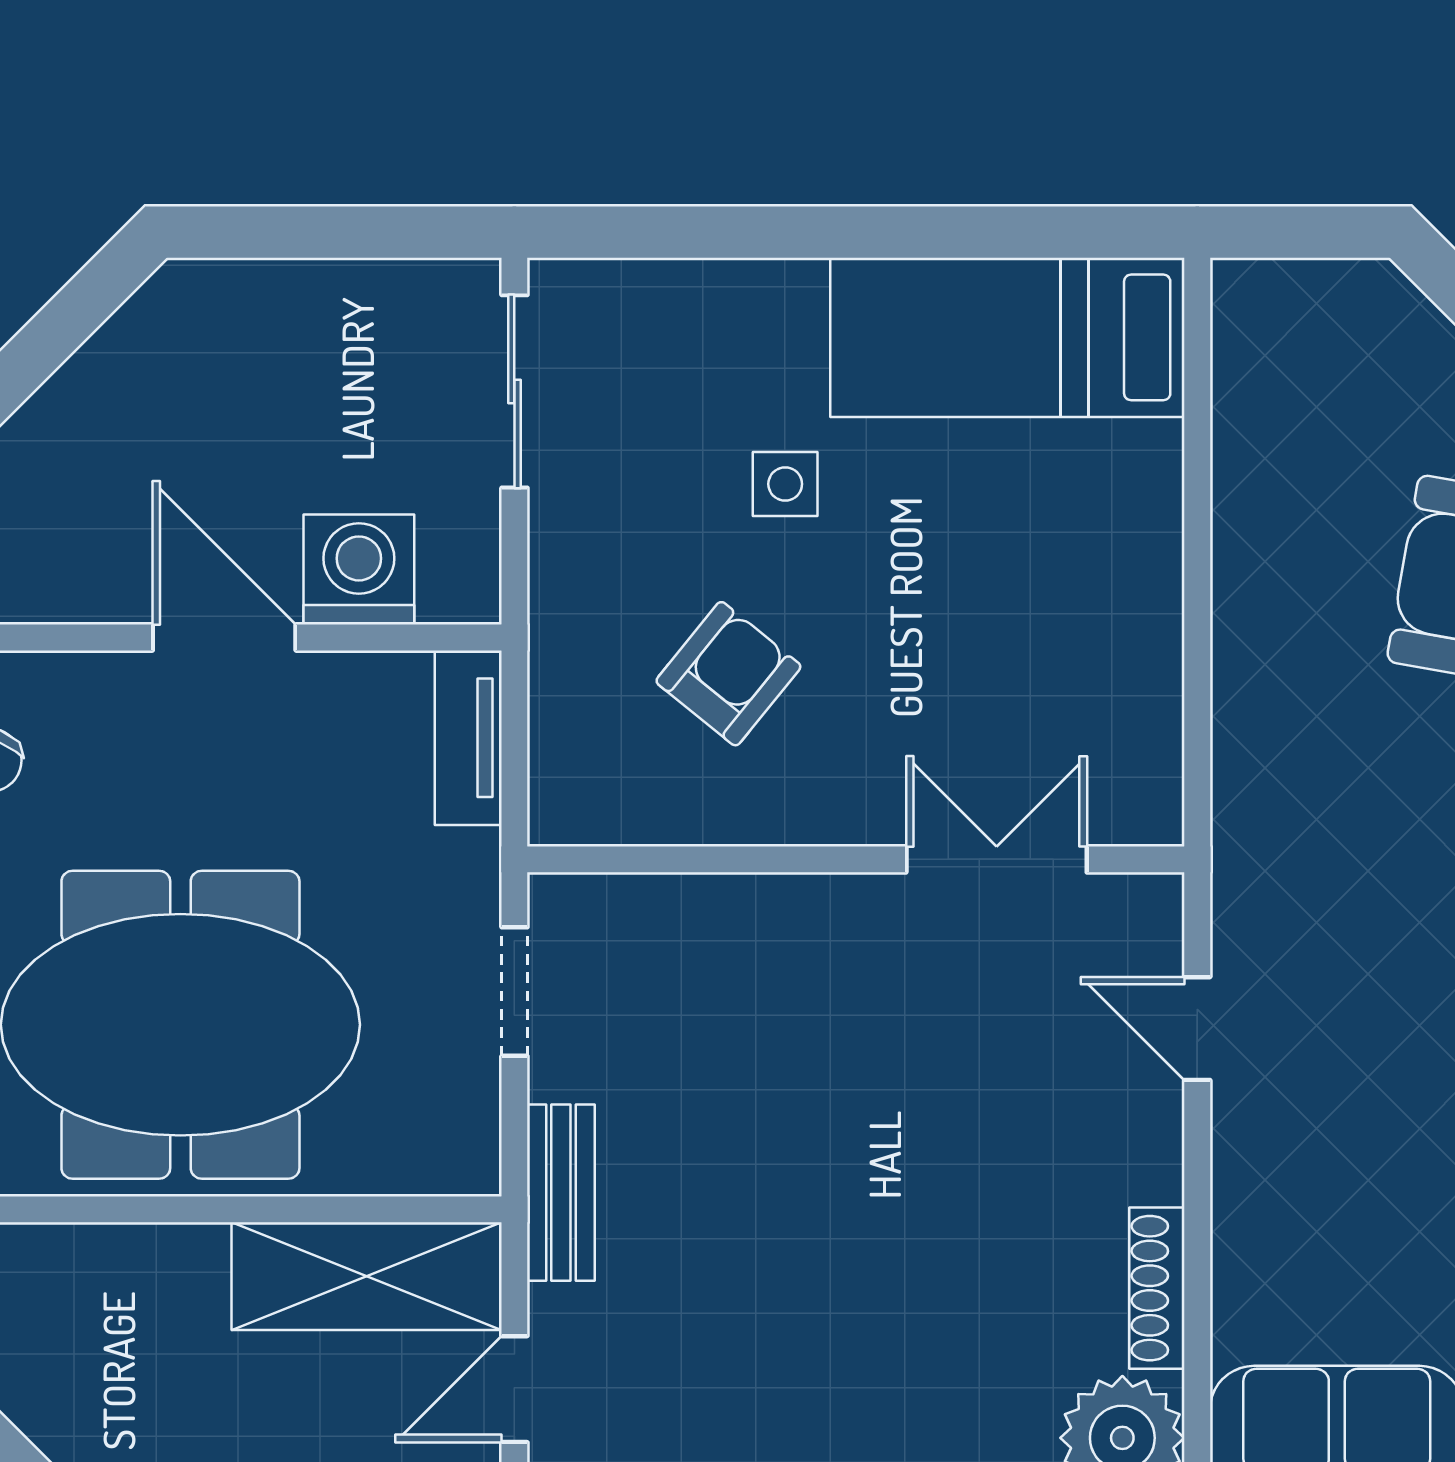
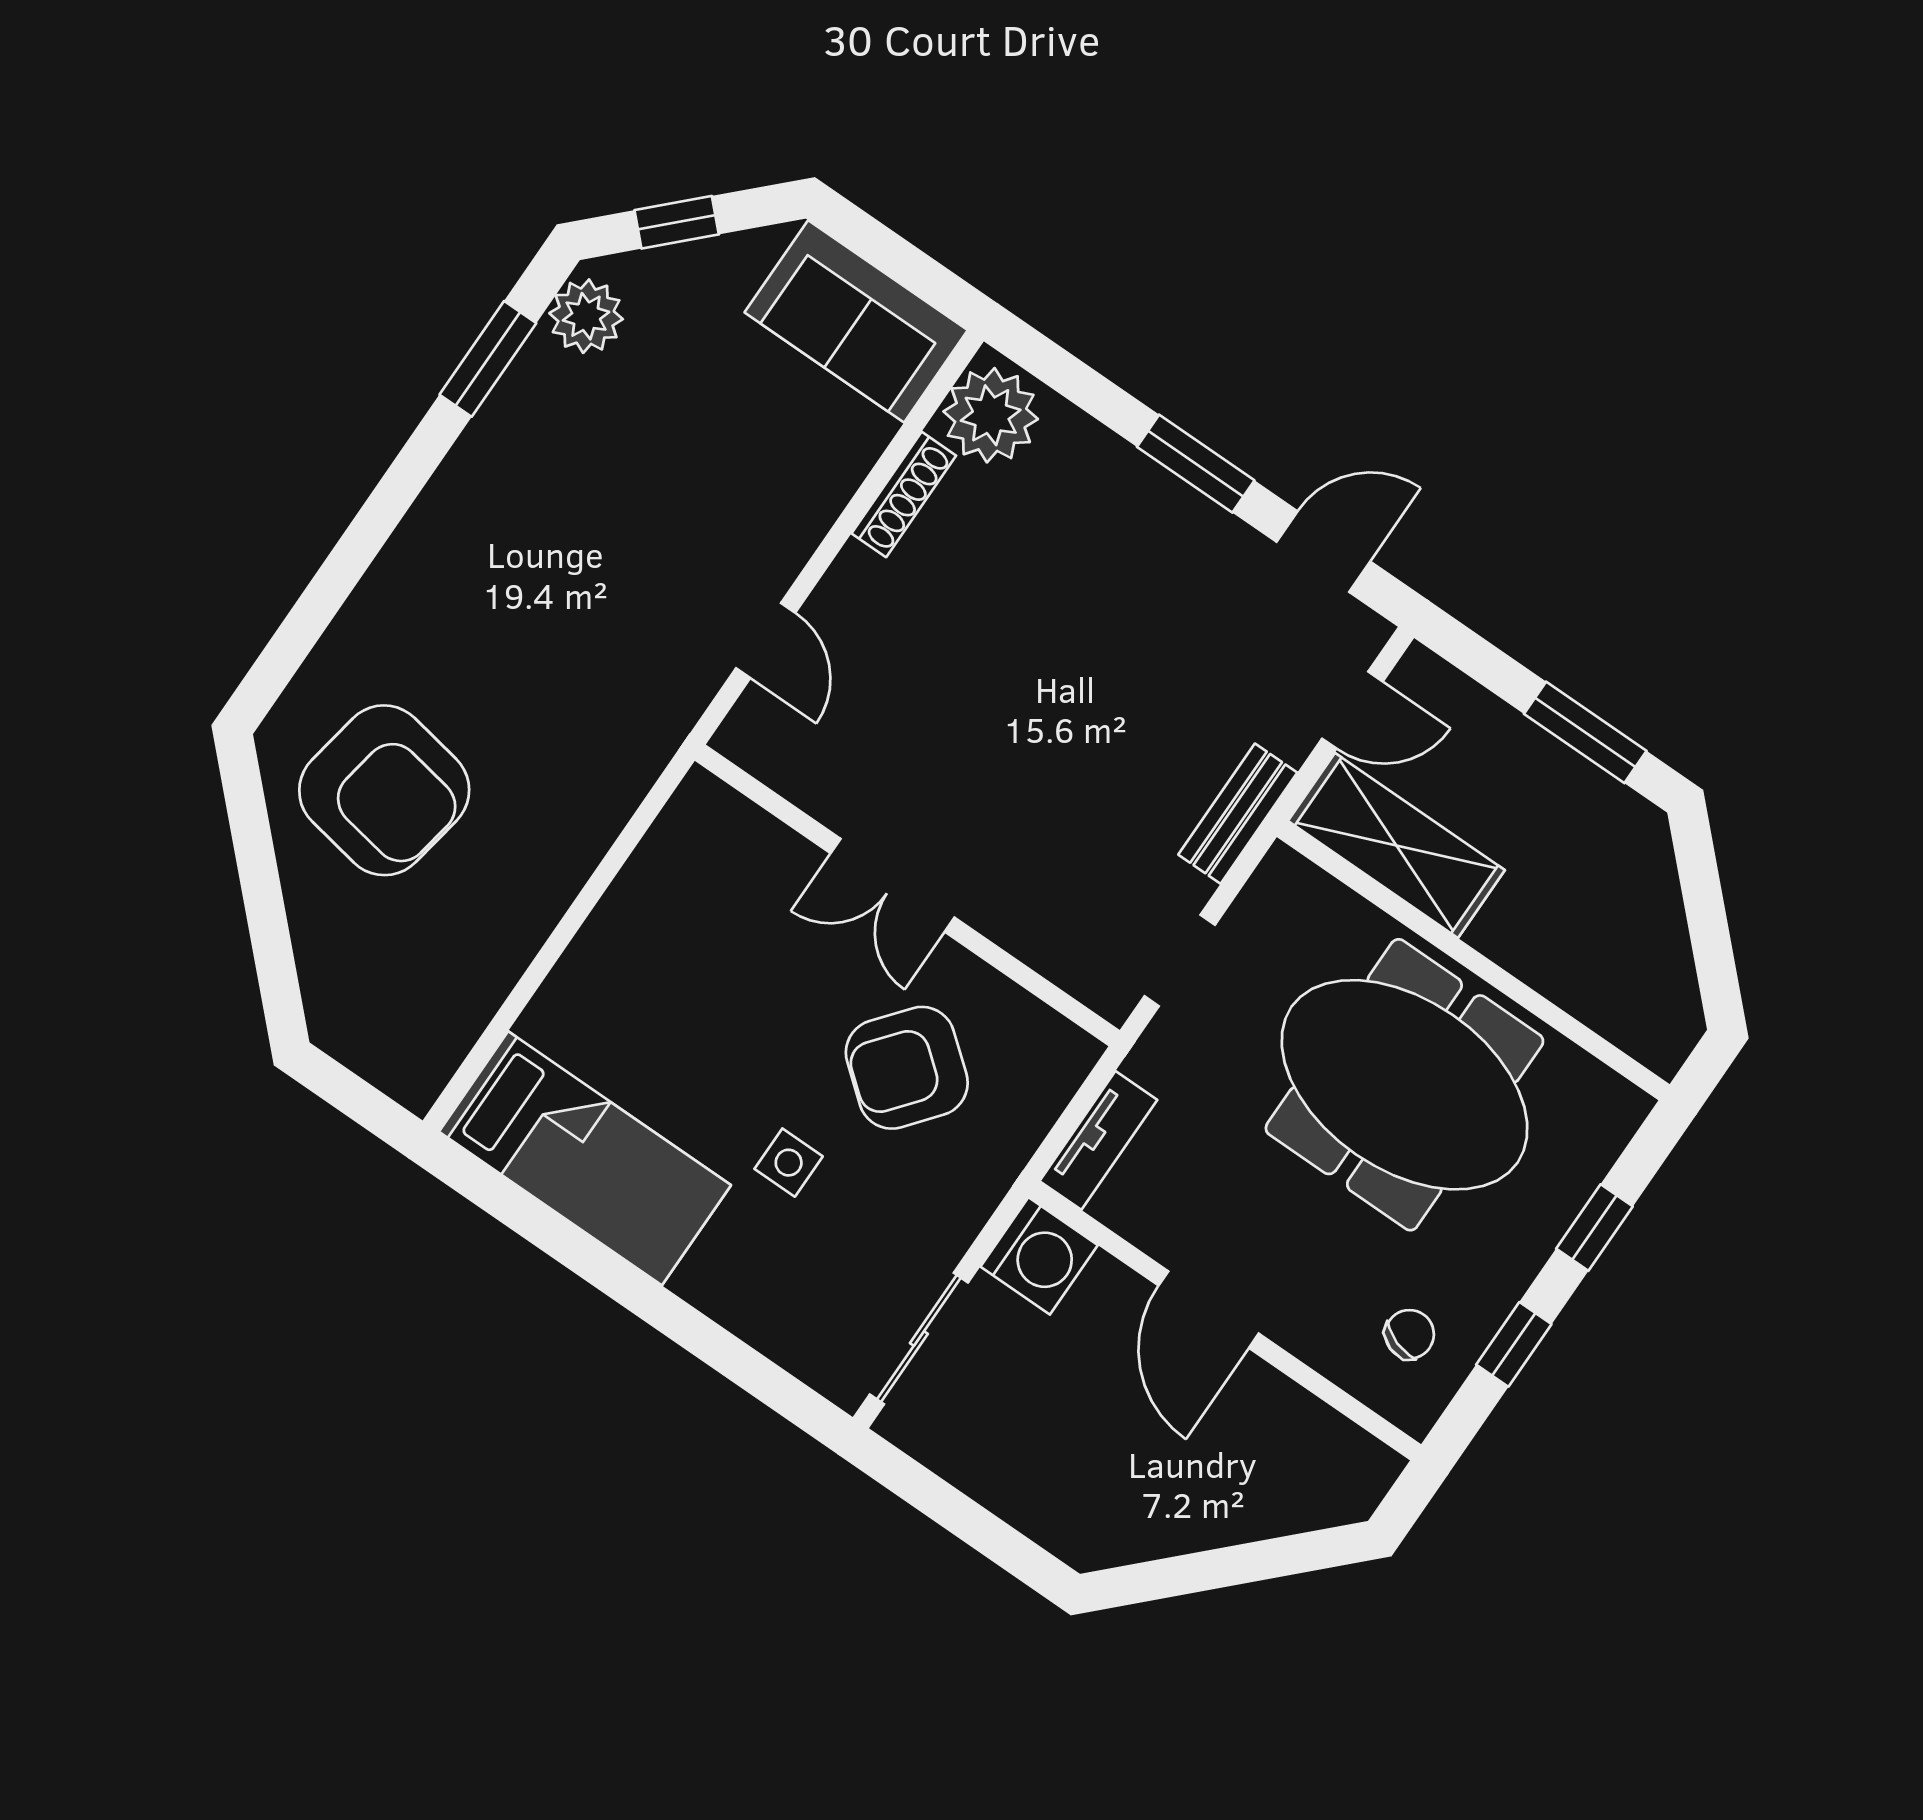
washing machine: (359, 569) -> (1039, 1256), moved, turned -90
armchair: (728, 674) -> (907, 1068), width x1.38, depth x1.38
double door: (997, 859) -> (893, 885), moved

